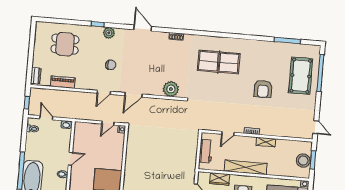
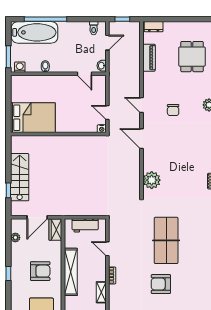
table tennis table: (219, 62) -> (166, 240), moved
door: (70, 159) -> (84, 74), moved
wardrobe: (220, 179) -> (55, 230), moved

